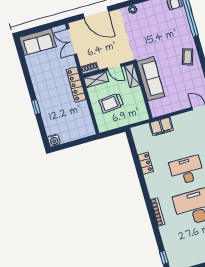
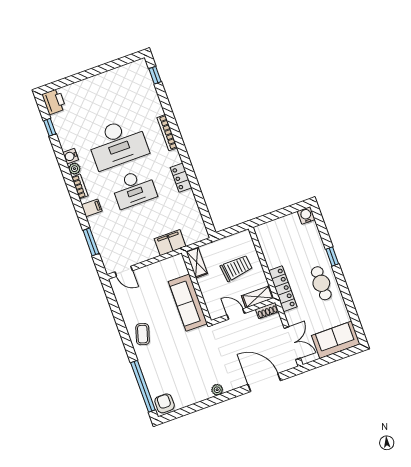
shelving: (132, 76) -> (197, 262), moved
cafe table: (46, 87) -> (321, 283), added
locker: (146, 163) -> (181, 178), moved

